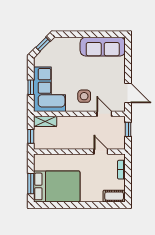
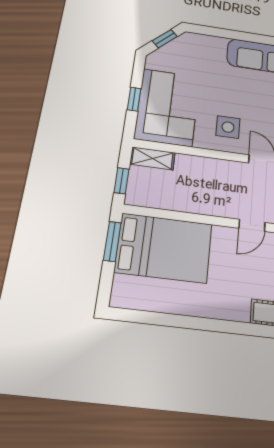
door: (101, 152) -> (252, 225), swing flipped
window: (31, 184) -> (112, 241), moved
bed: (57, 186) -> (164, 248), moved

